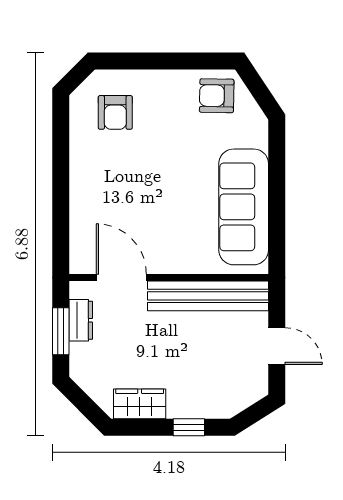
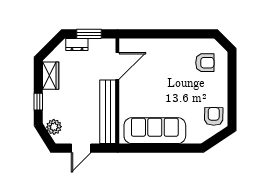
armchair: (115, 112) -> (205, 63), turned 180
dresser: (81, 320) -> (77, 44), moved
plant: (236, 398) -> (54, 127), added

